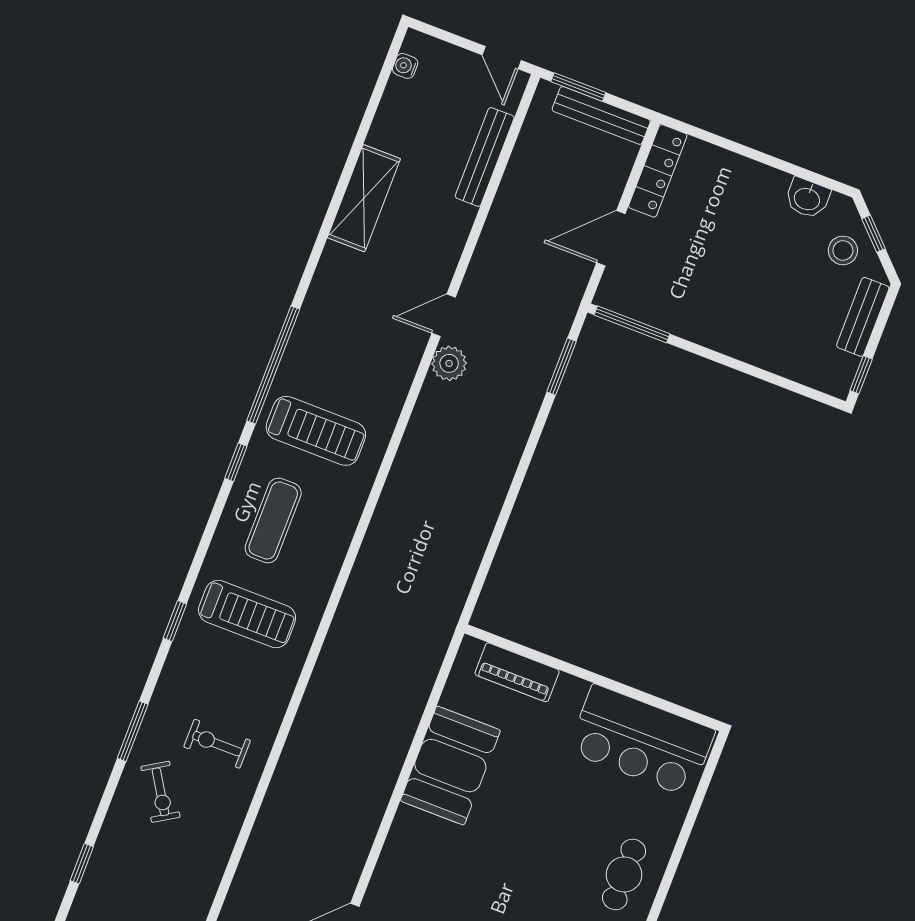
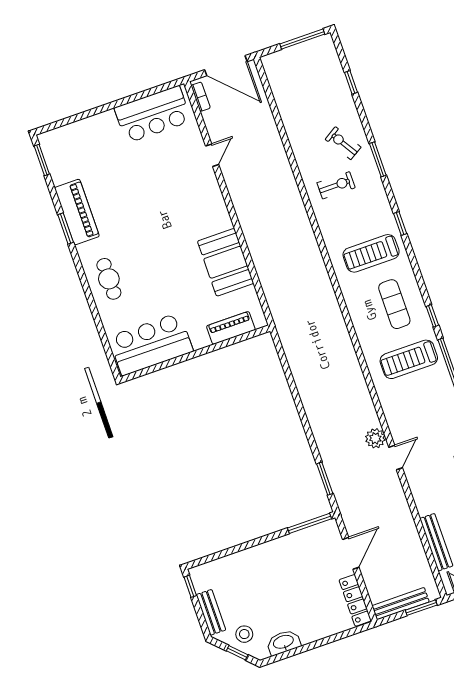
washbasin: (807, 198) -> (284, 642), width x1.38

